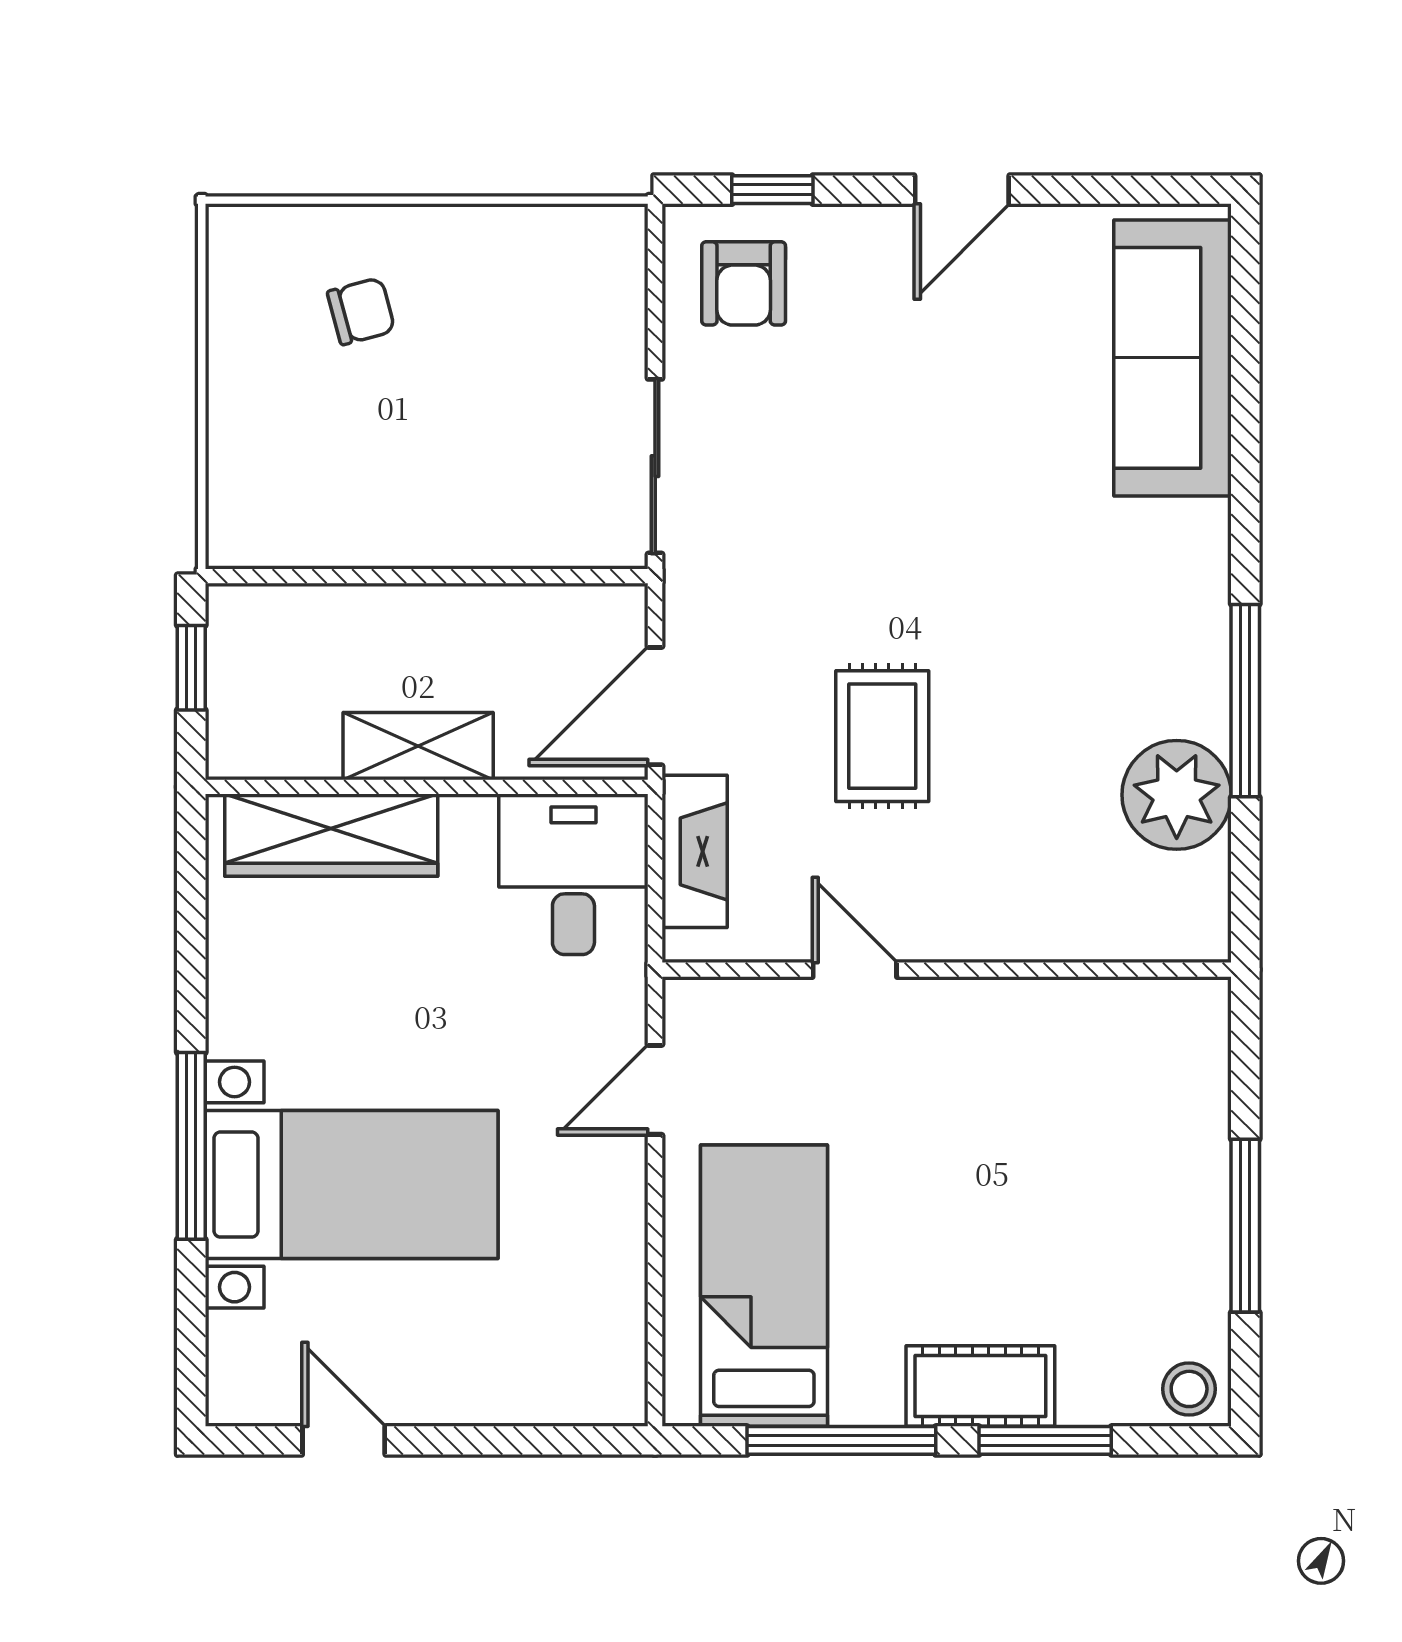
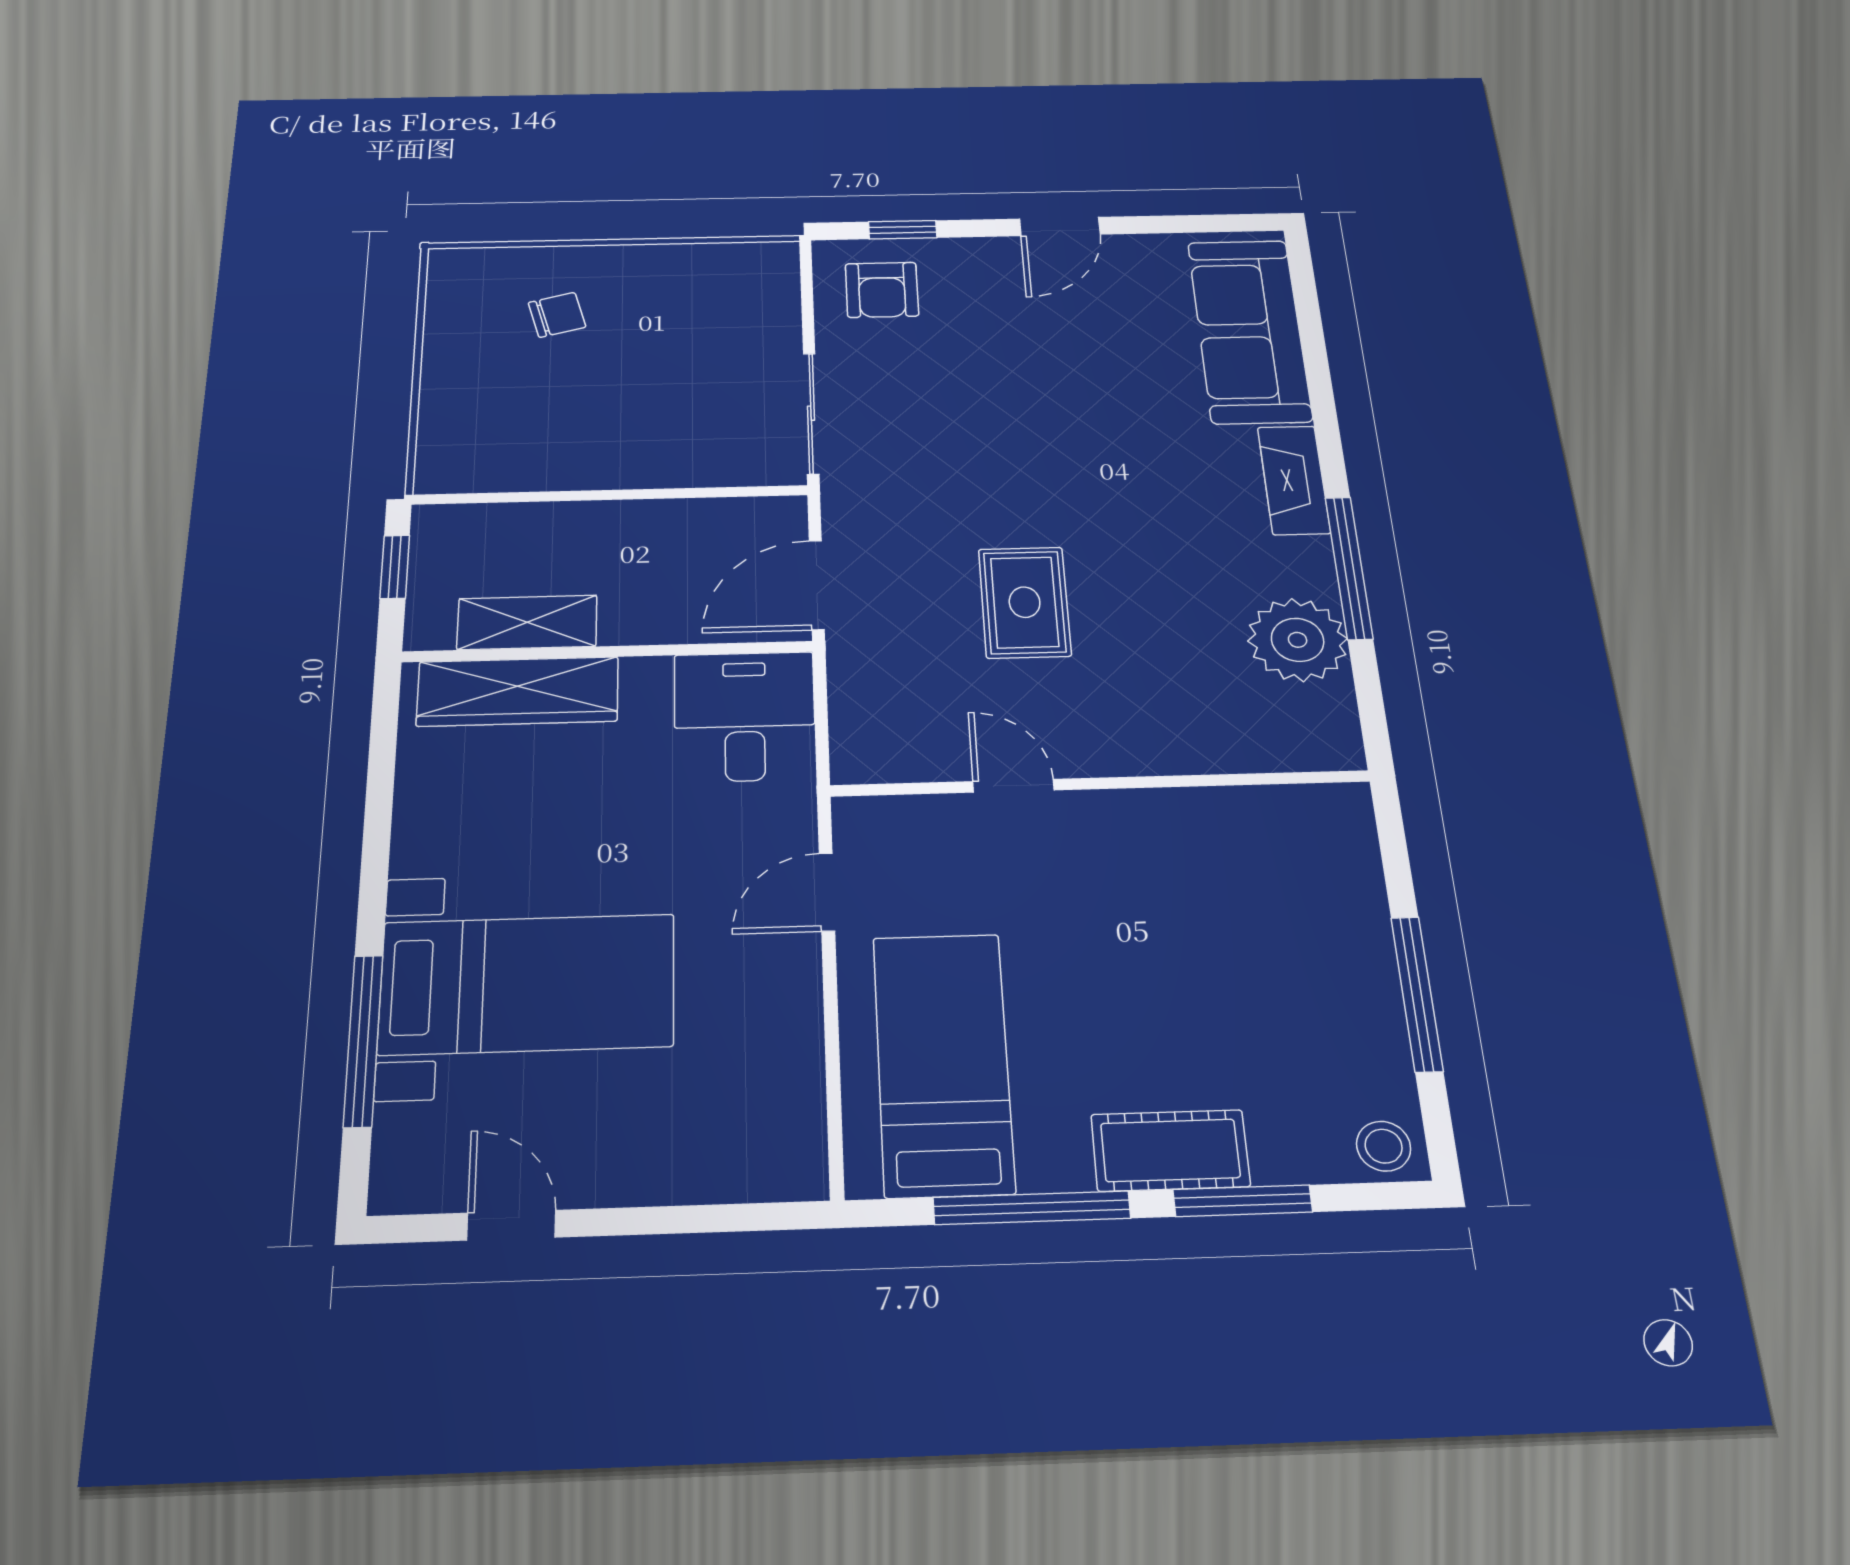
shelving: (418, 746) -> (527, 622), moved
fireplace: (695, 851) -> (1294, 480), moved, turned 180
window: (191, 1146) -> (363, 1040), moved

